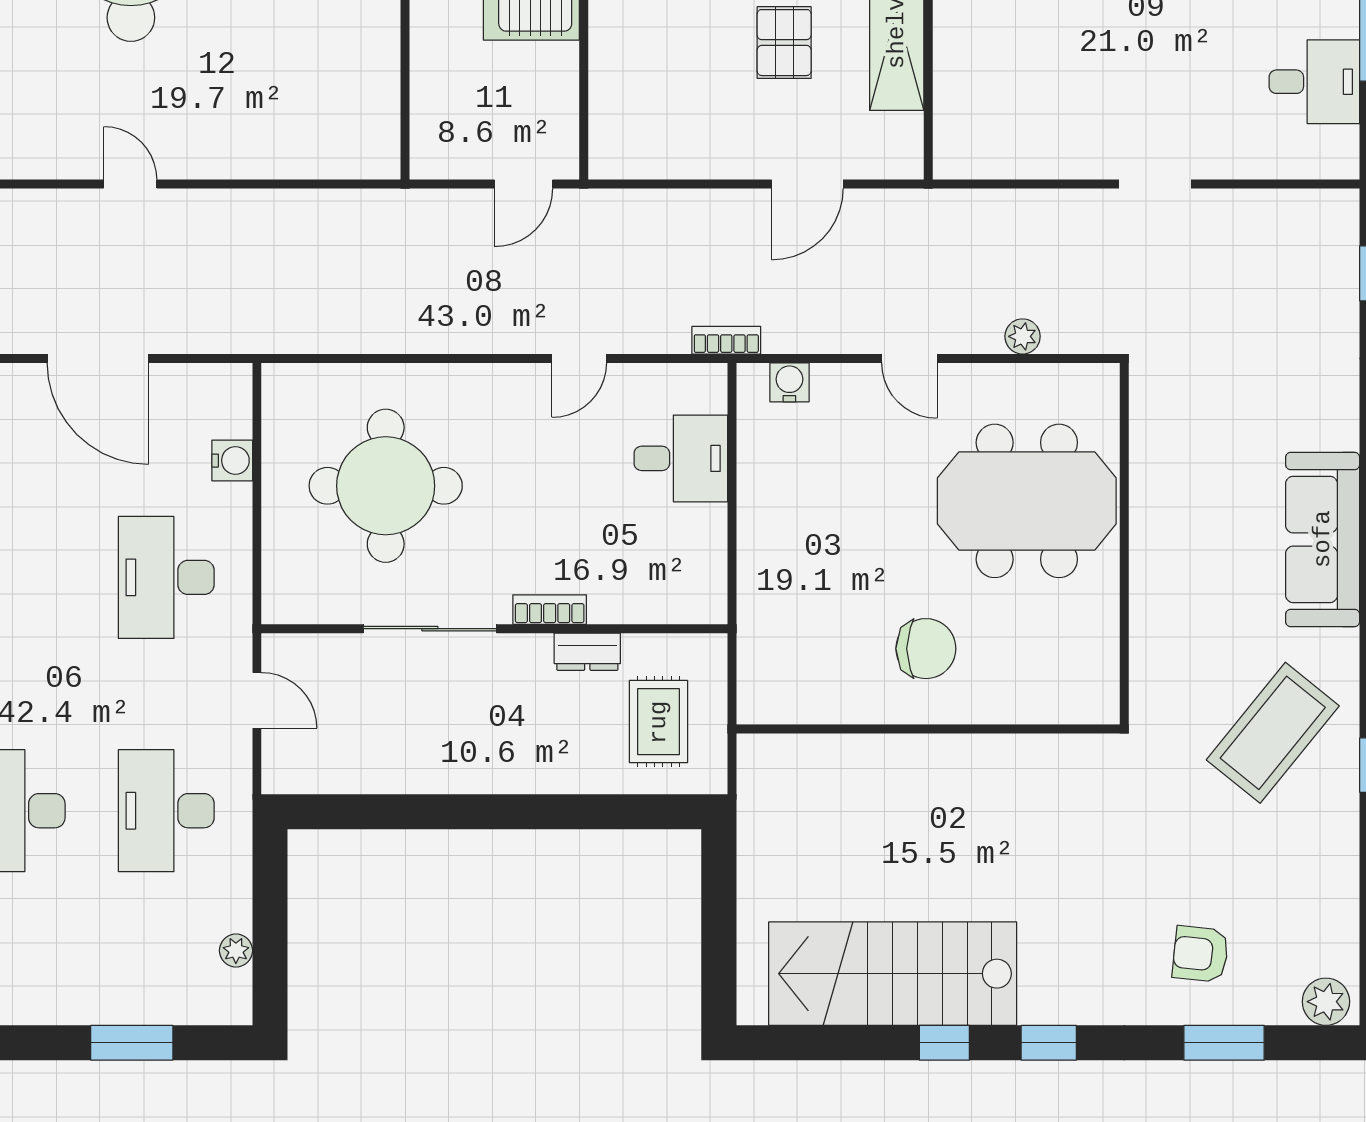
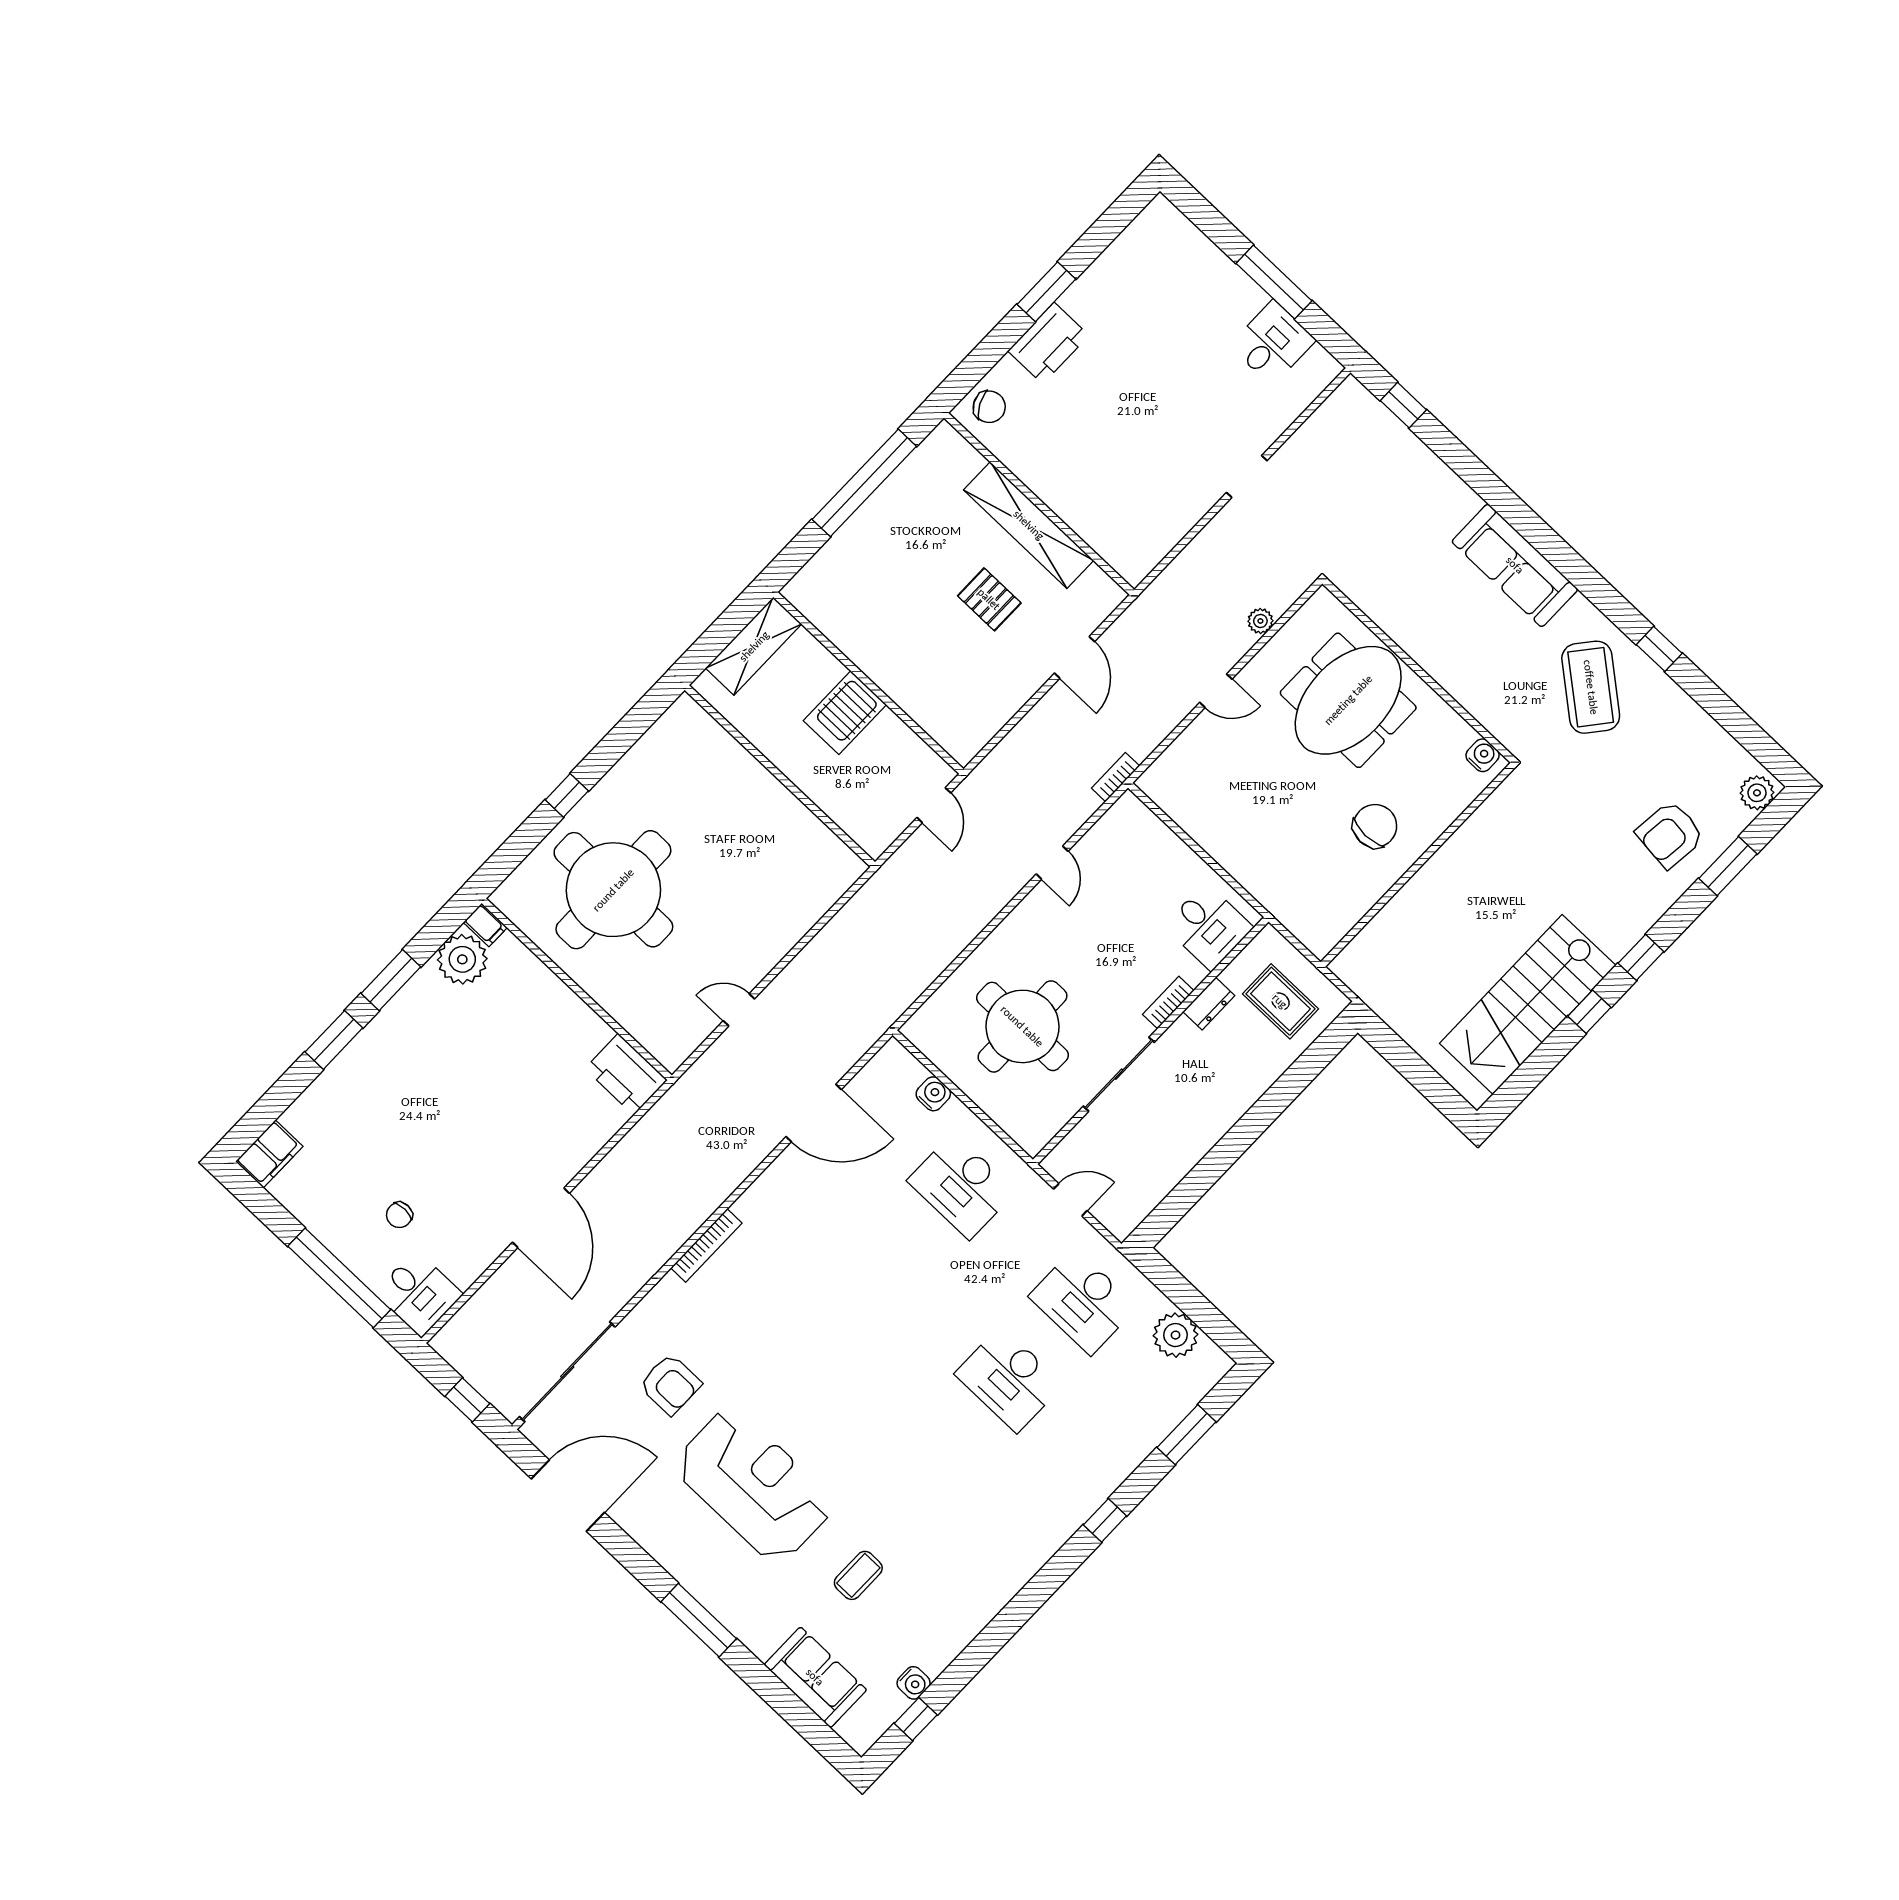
water cooler: (789, 382) -> (1483, 755), moved, turned 90
desk: (681, 458) -> (1208, 927), moved, turned 90
plant: (236, 951) -> (1175, 1335), width x1.88, depth x1.88
armchair: (1200, 954) -> (1670, 834), width x1.38, depth x1.38

